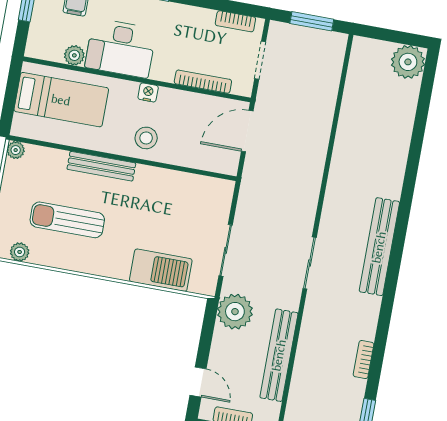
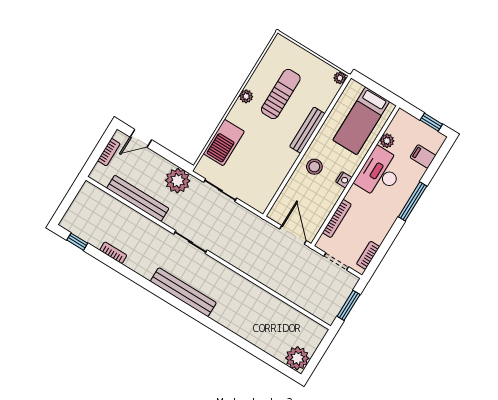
plant: (20, 252) -> (246, 96), moved

